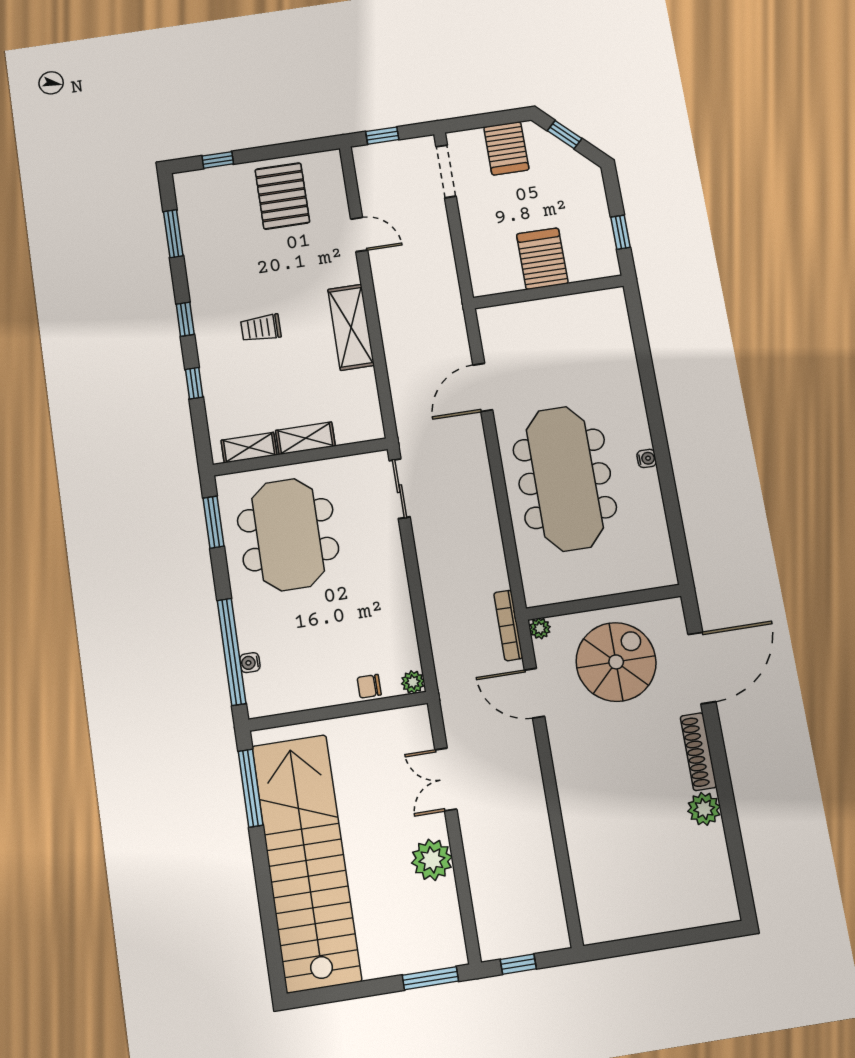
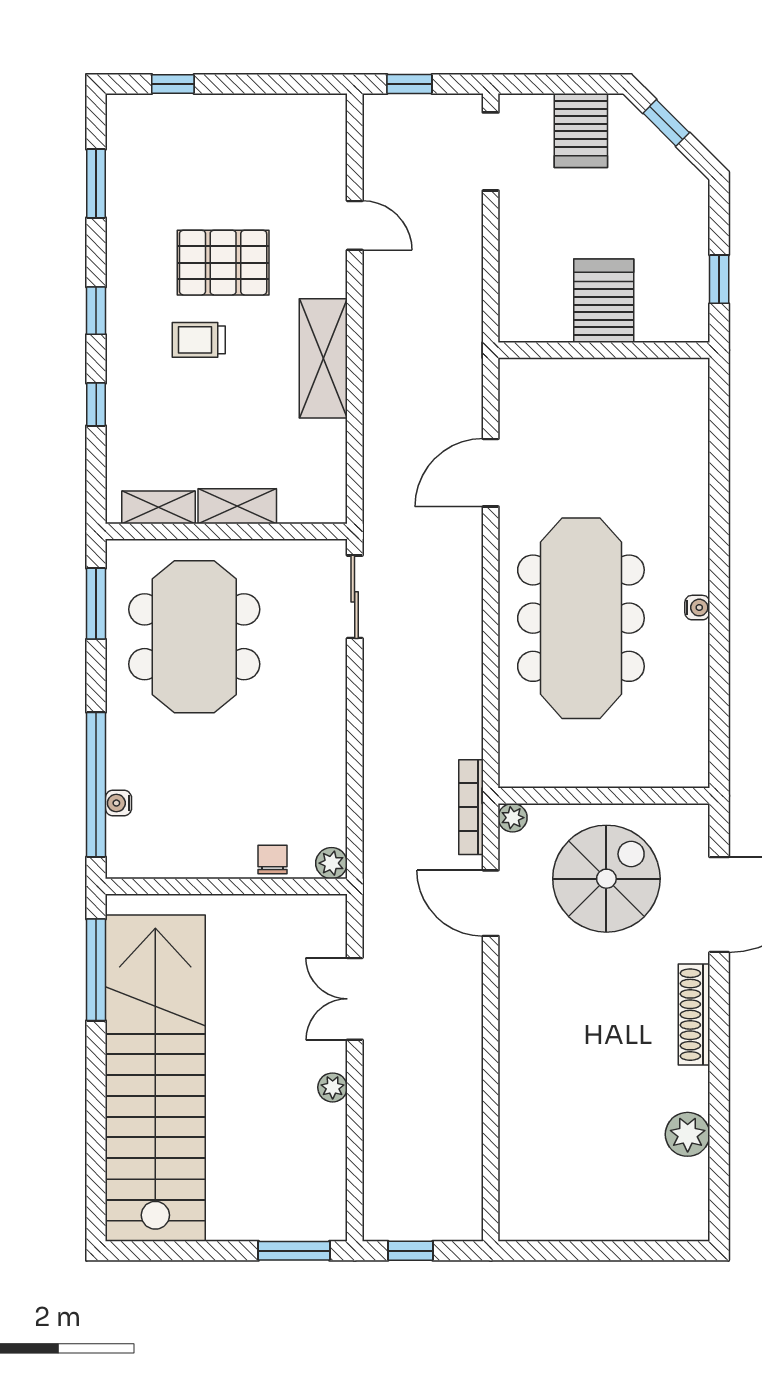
pallet: (282, 196) -> (223, 263), moved, turned 90
chair: (369, 686) -> (273, 860), turned 90
plant: (704, 809) -> (688, 1134), moved
plant: (432, 860) -> (333, 1087), width x0.53, depth x0.53

